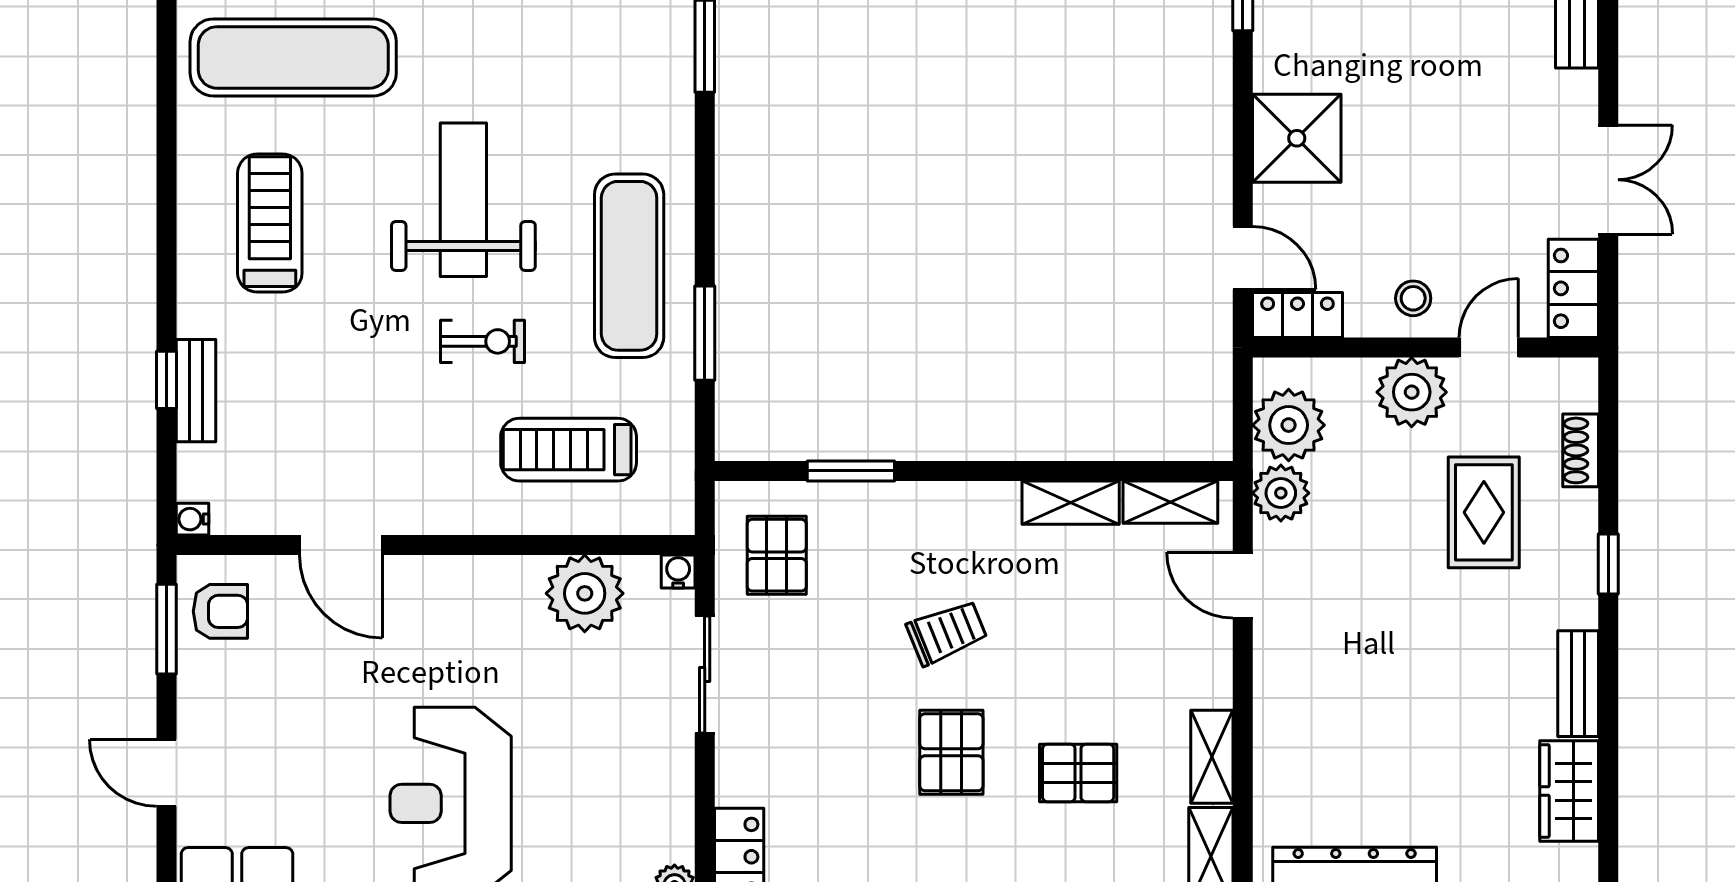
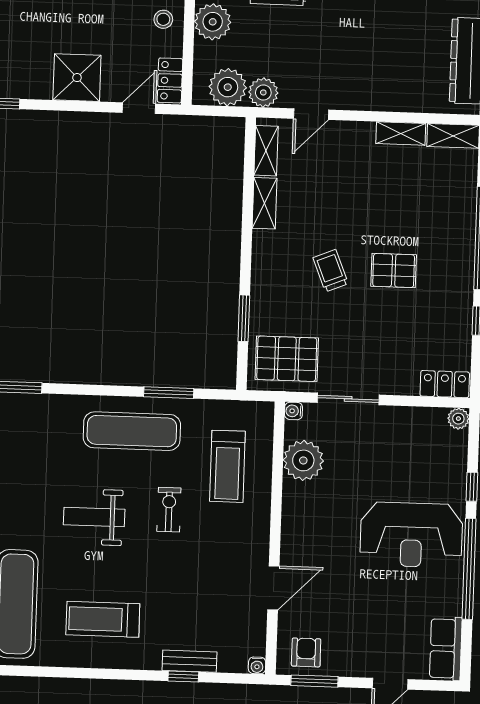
weight bench: (463, 200) -> (94, 517), width x0.73, depth x0.75
pallet: (777, 555) -> (287, 359), width x1.50, depth x1.42
pallet: (1078, 773) -> (407, 204), removed

